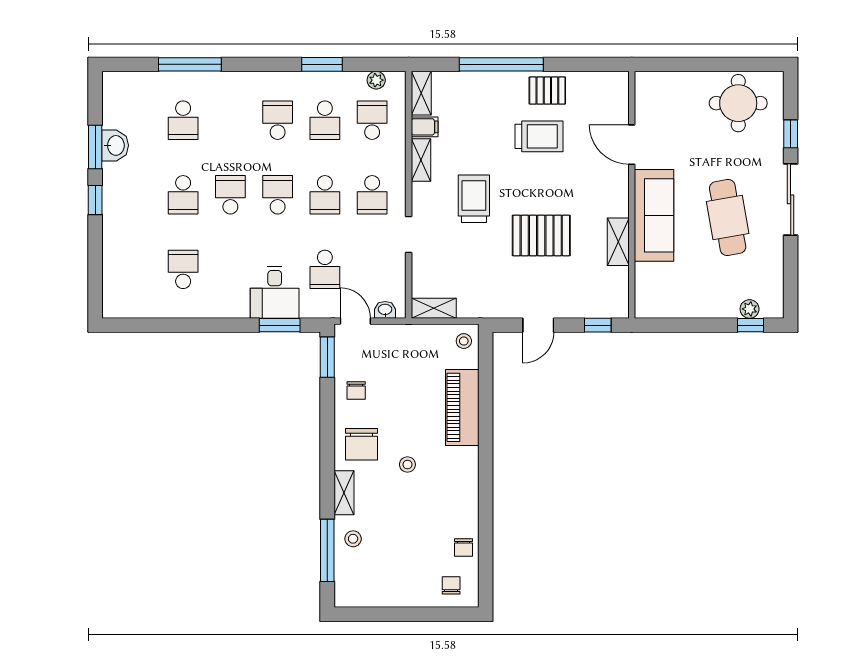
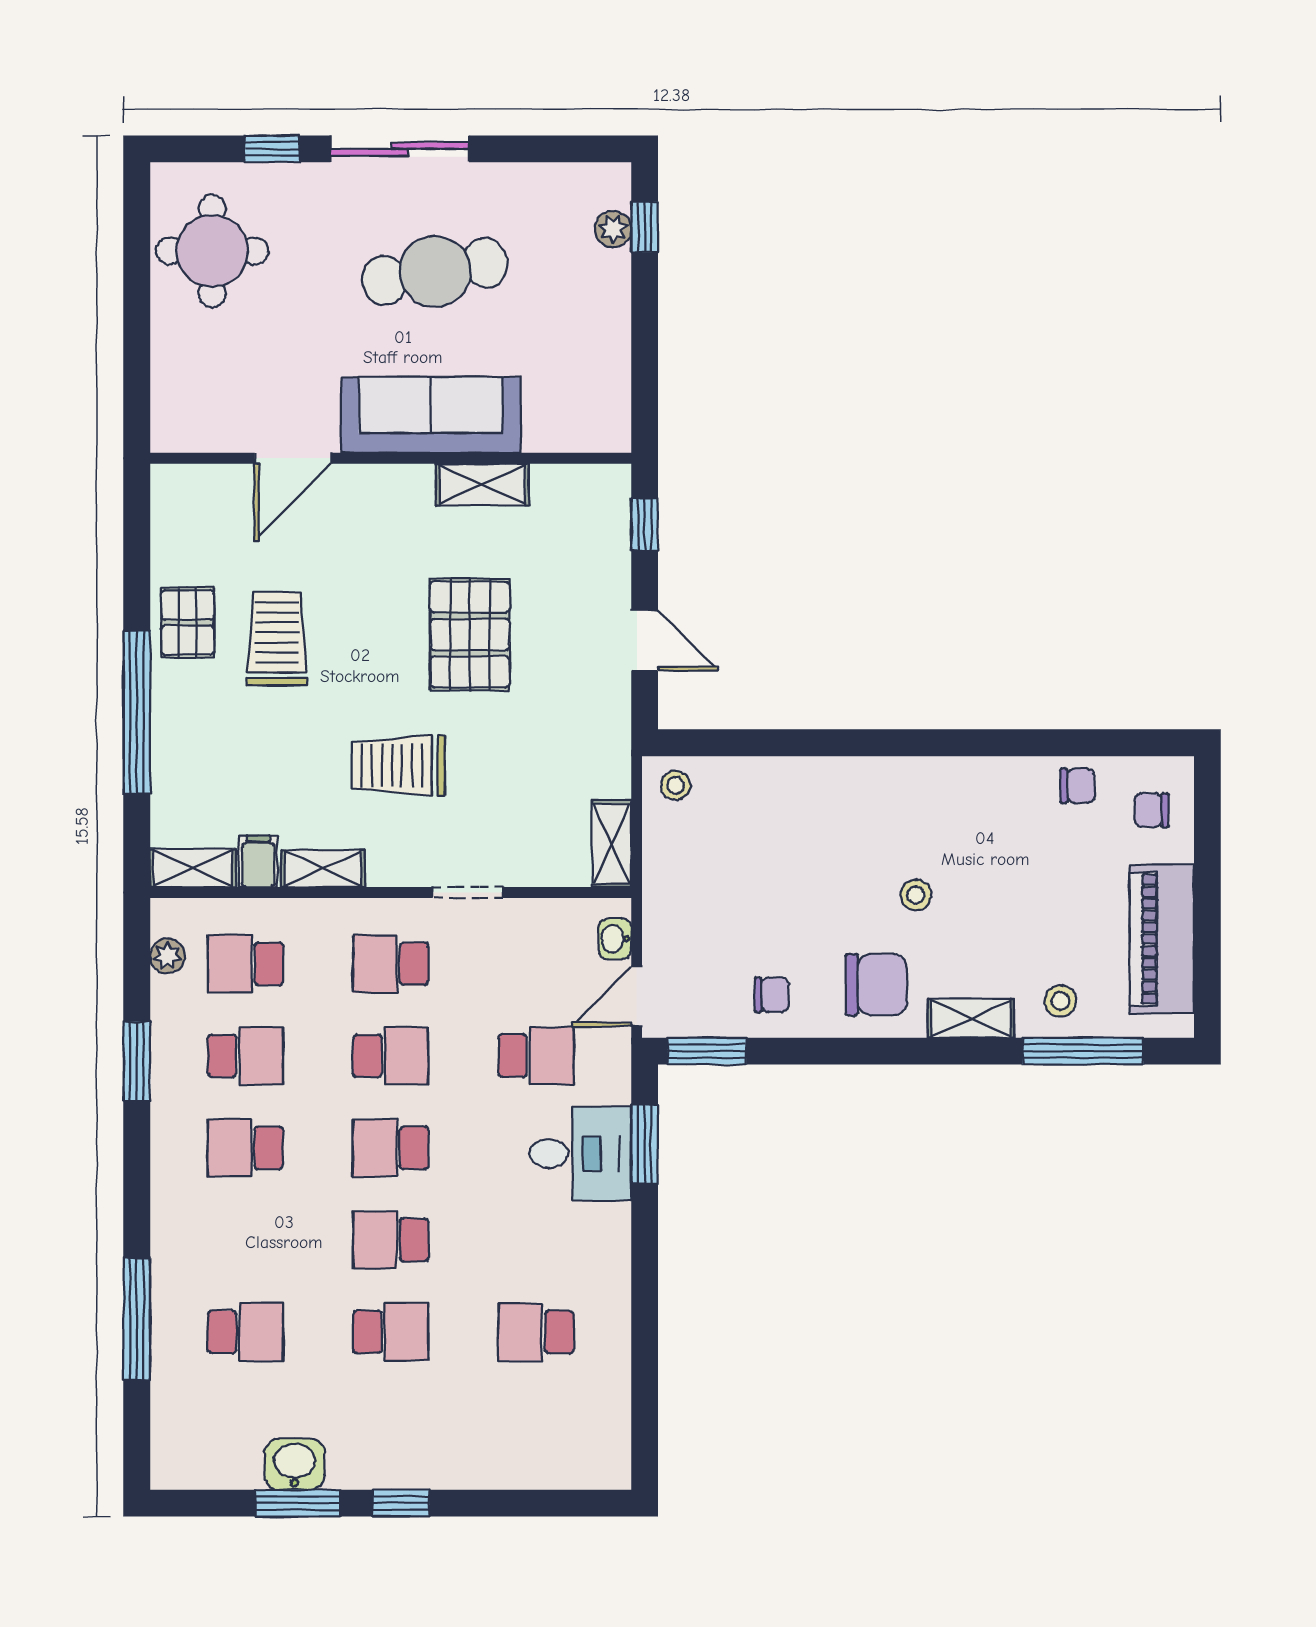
school desk: (372, 195) -> (391, 964), turned 180
piano: (462, 407) -> (1162, 939), moved, turned 90

